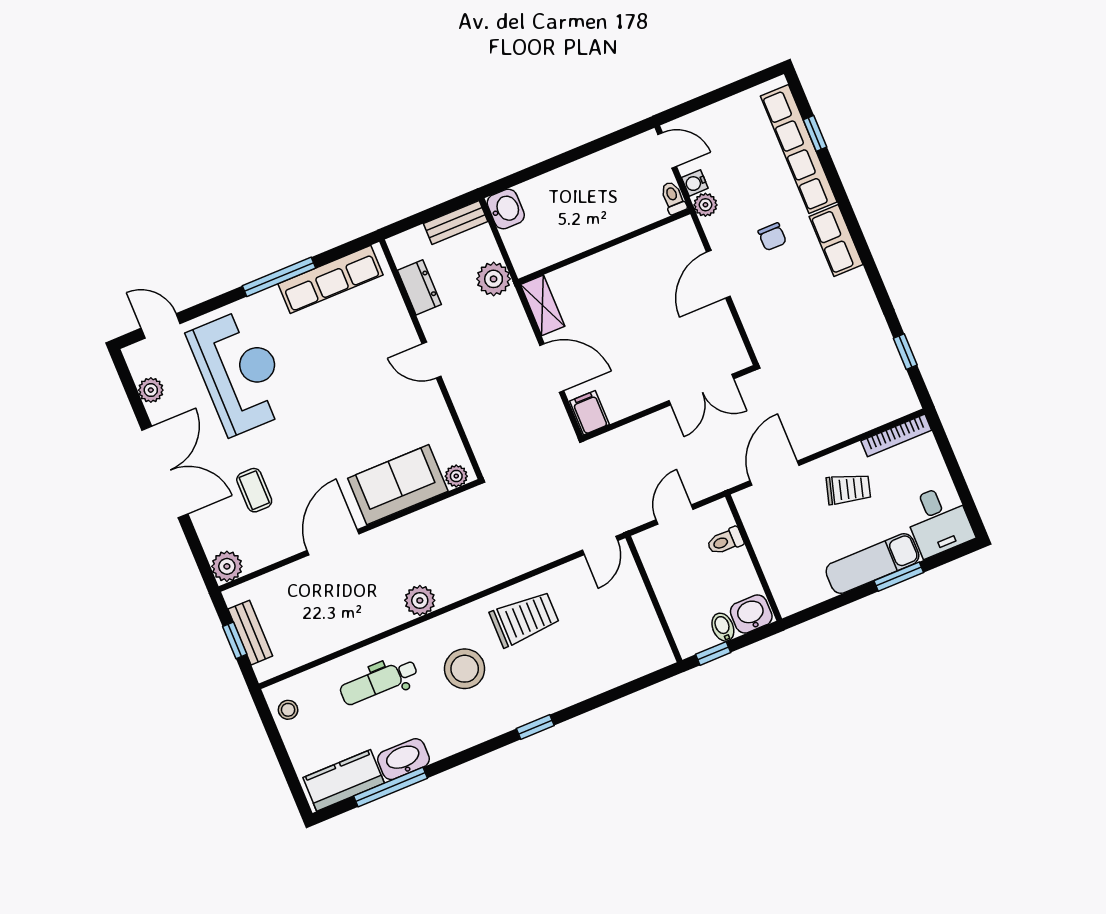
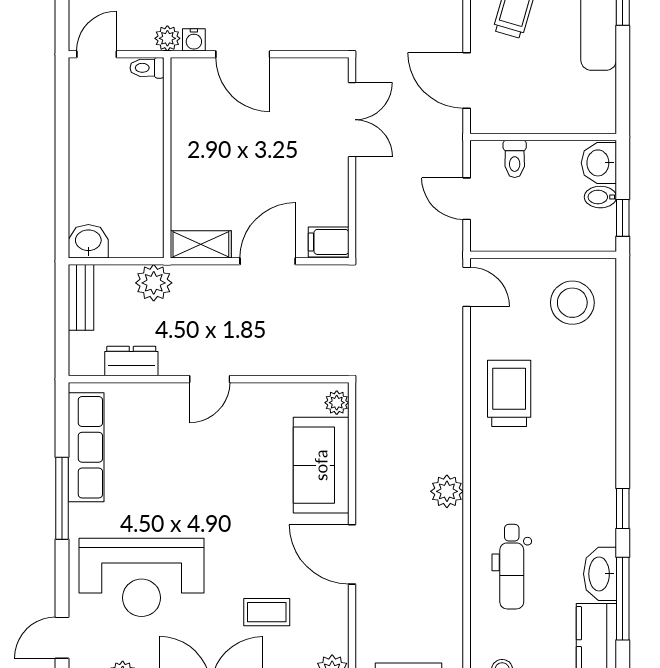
water cooler: (695, 183) -> (194, 40), moved
reception desk: (240, 372) -> (142, 577), turned 180
stool: (465, 669) -> (572, 303), moved
window: (535, 727) -> (623, 508), moved

